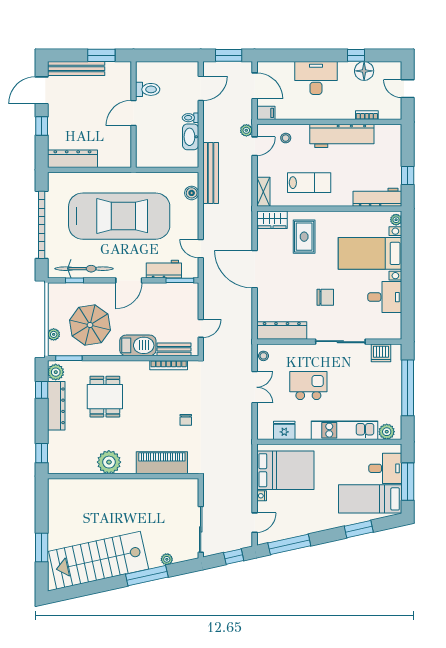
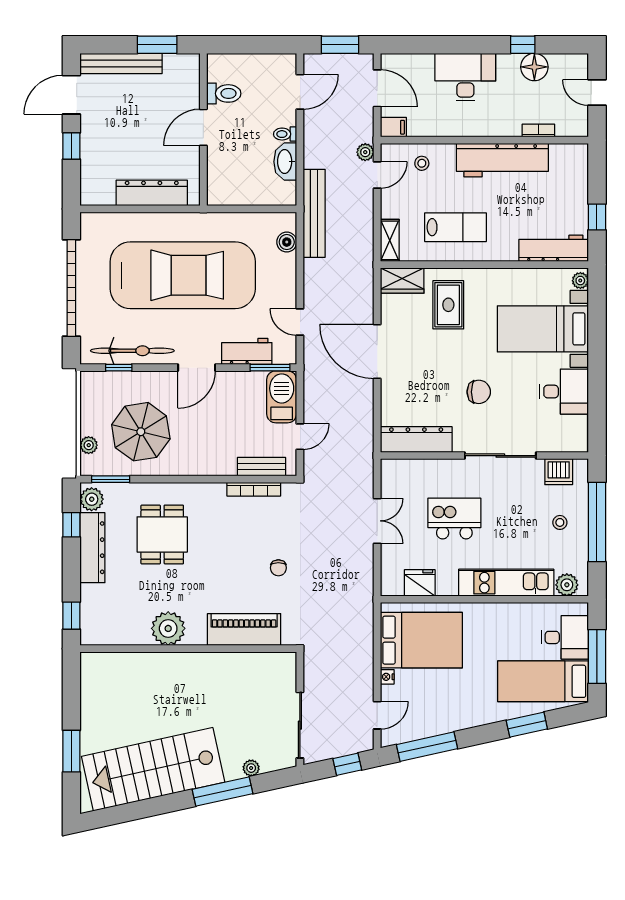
dresser: (72, 159) -> (152, 193), moved
barbecue: (138, 345) -> (282, 397), moved, turned -90
stool: (263, 356) -> (560, 522), moved

